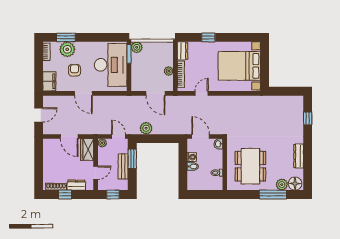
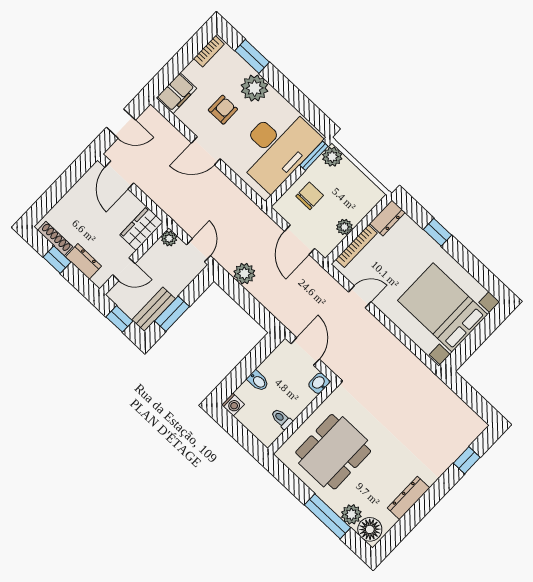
plant: (67, 49) -> (255, 88), moved
chair: (143, 72) -> (310, 196), added
door: (83, 93) -> (206, 151), hinge flipped
door: (69, 136) -> (119, 175), moved
washing machine: (192, 157) -> (233, 405), moved
window: (132, 159) -> (172, 314), moved
bench: (123, 166) -> (154, 309), moved

